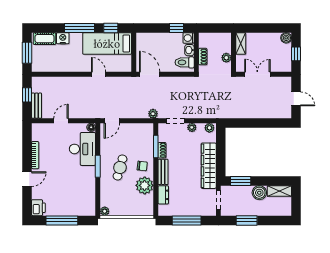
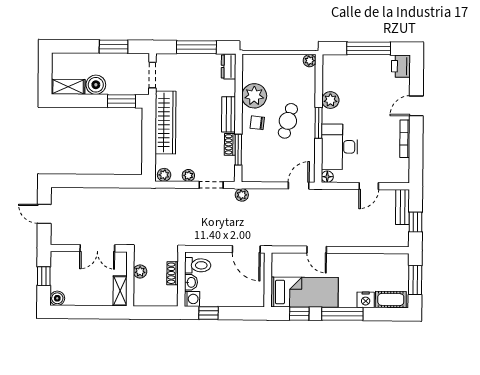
plant: (89, 183) -> (330, 100), added
dresser: (163, 195) -> (229, 66), moved

